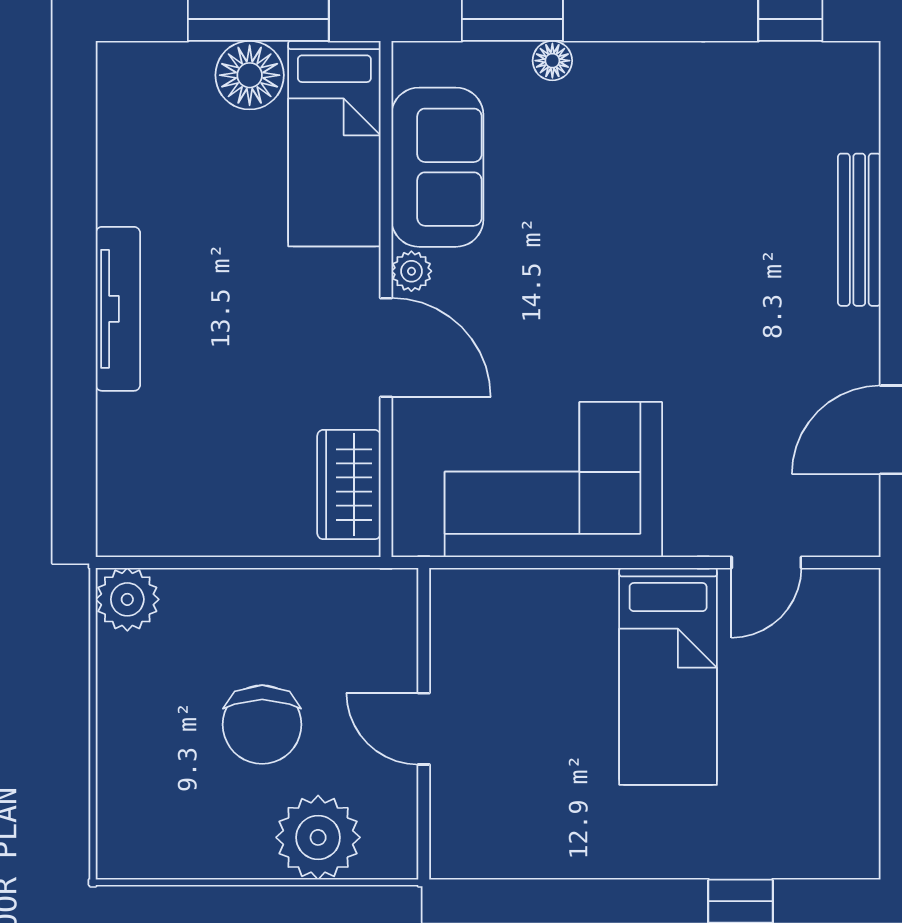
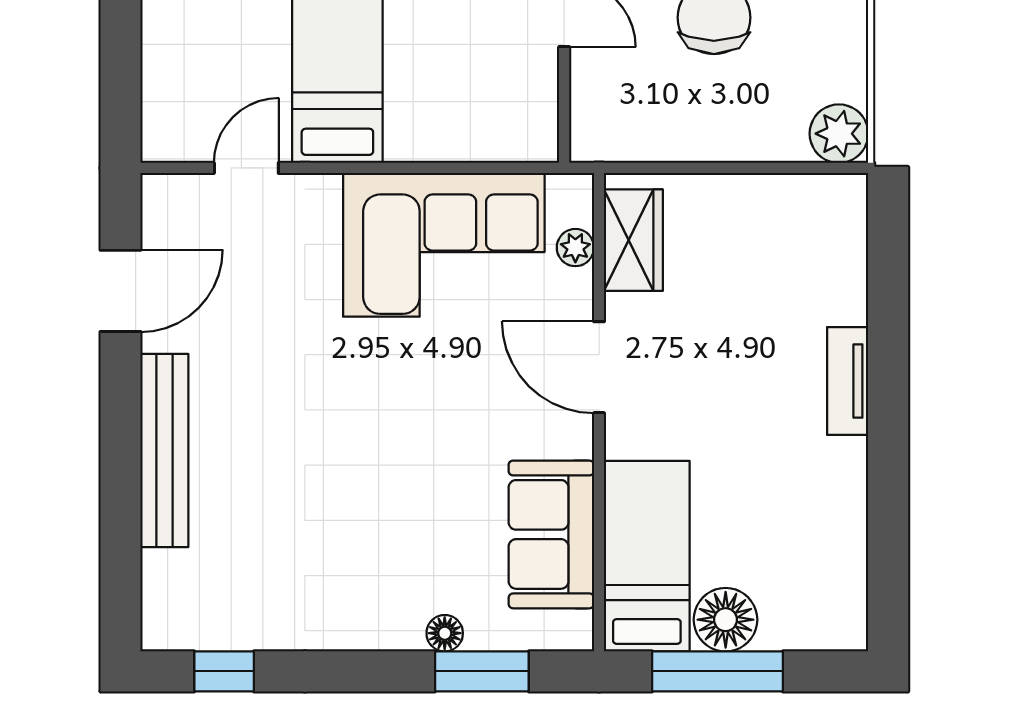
bench: (859, 230) -> (164, 451), width x1.37, depth x1.21
plant: (411, 271) -> (575, 248), moved
tv unit: (118, 309) -> (848, 381), width x0.71

